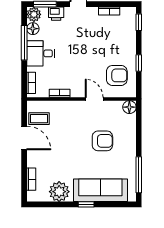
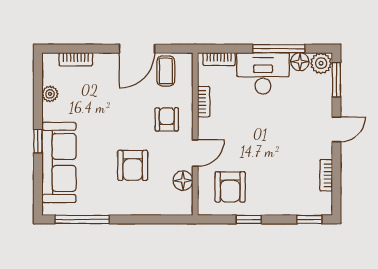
printer: (56, 14) -> (322, 96), removed
desk: (41, 53) -> (263, 73), width x1.37
floor lamp: (129, 107) -> (183, 181), moved
armchair: (72, 118) -> (167, 119), added
plant: (59, 192) -> (50, 94), width x0.53, depth x0.53

